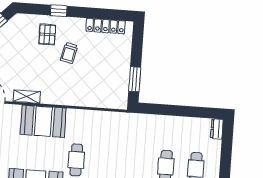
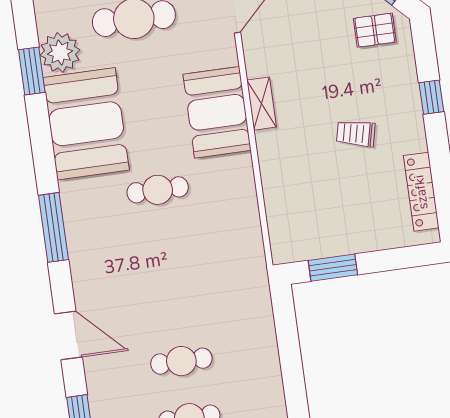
pallet: (47, 34) -> (375, 30), moved
shelving: (27, 97) -> (261, 104), moved

